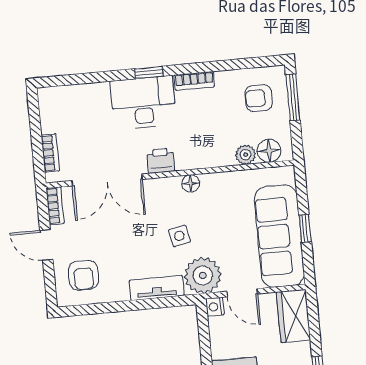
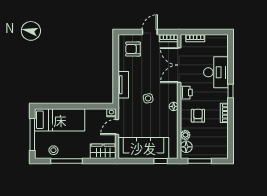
window: (293, 97) -> (200, 161), moved
armchair: (259, 98) -> (198, 116), moved
desk: (143, 102) -> (216, 72), moved
window: (305, 228) -> (161, 161), moved
plant: (203, 275) -> (127, 108), removed

